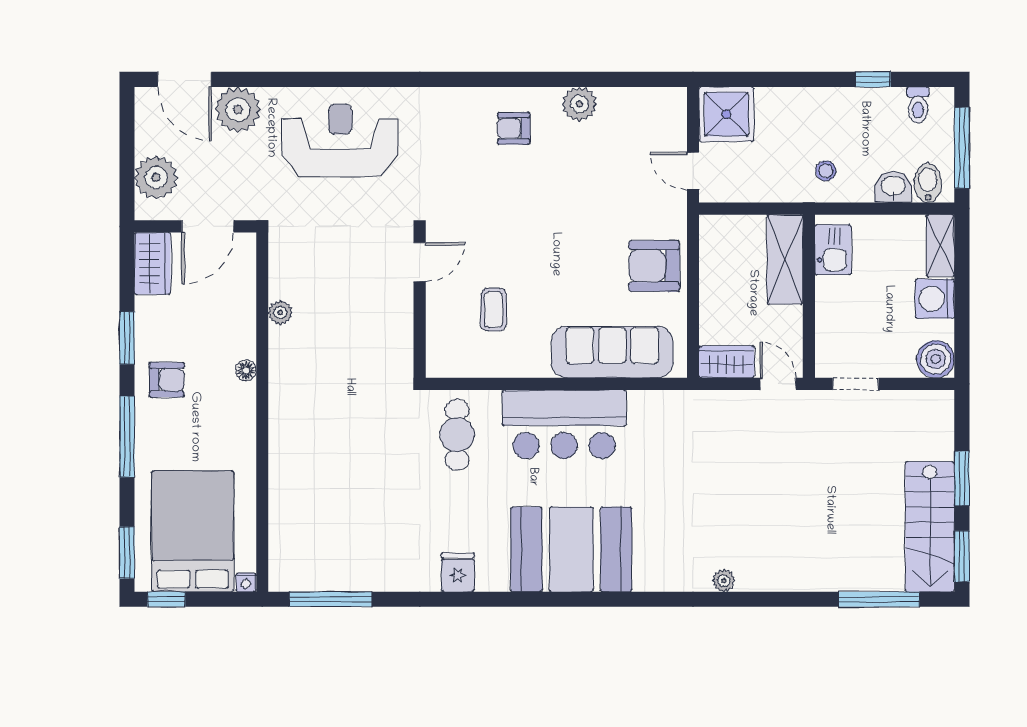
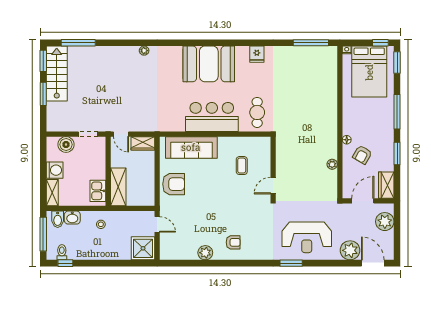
window: (377, 79) -> (291, 263), added
window: (873, 79) -> (65, 263), moved
boiler: (936, 359) -> (66, 145), moved
armchair: (167, 380) -> (362, 155), moved, turned -60

